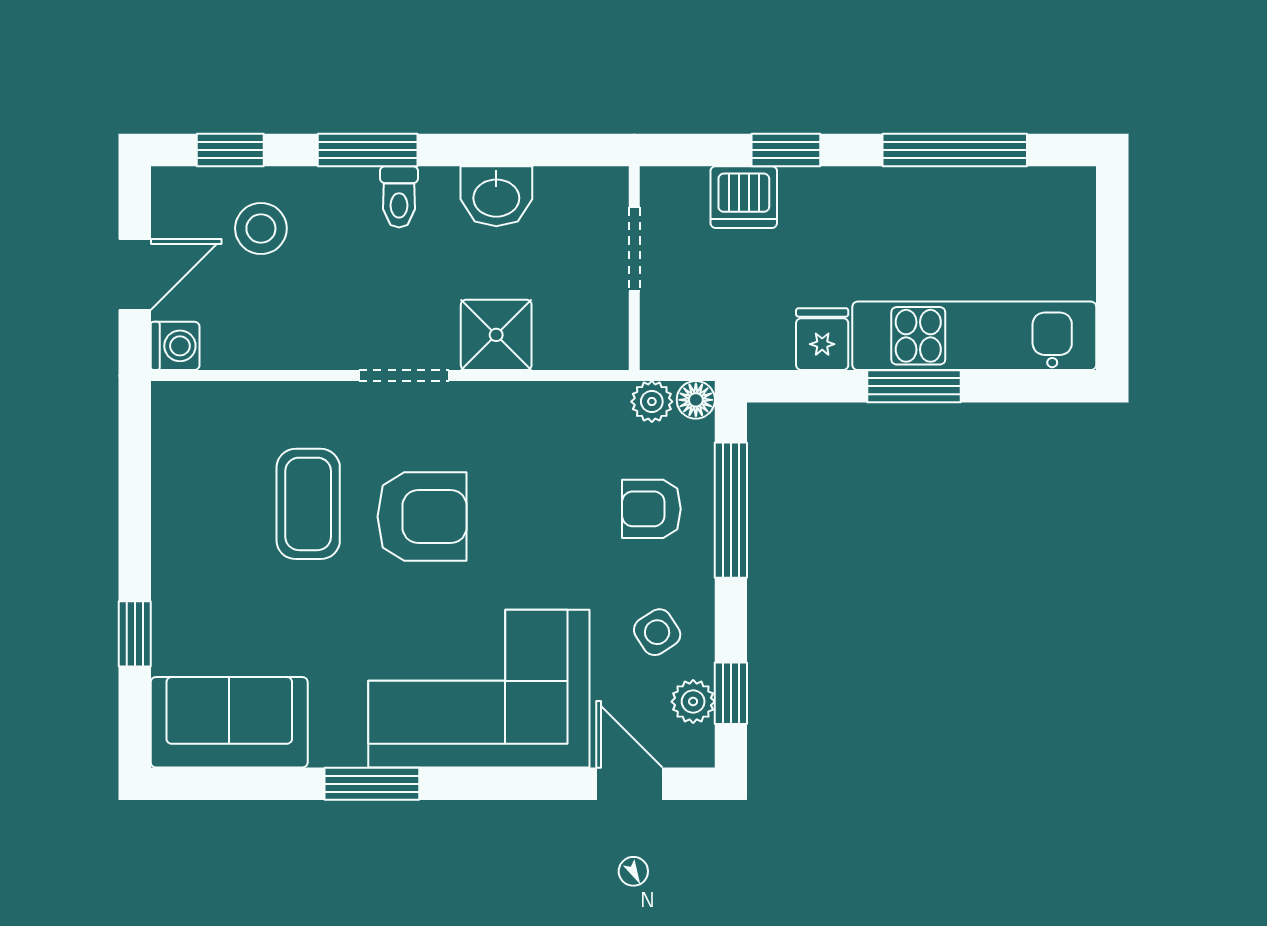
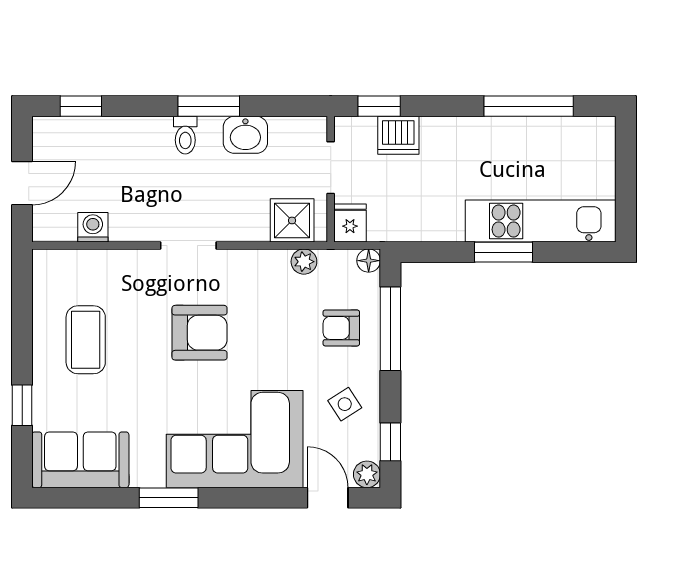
window: (368, 150) -> (209, 106), moved
window: (786, 150) -> (379, 106), moved
stool: (261, 228) -> (100, 155), removed
shower: (496, 335) -> (292, 220), moved
fridge: (822, 339) -> (350, 223), moved
washing machine: (175, 346) -> (93, 227), moved, turned -90
plant: (652, 402) -> (304, 262), moved
coffee table: (308, 504) -> (86, 340), moved
plant: (693, 702) -> (367, 474), moved

